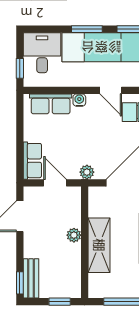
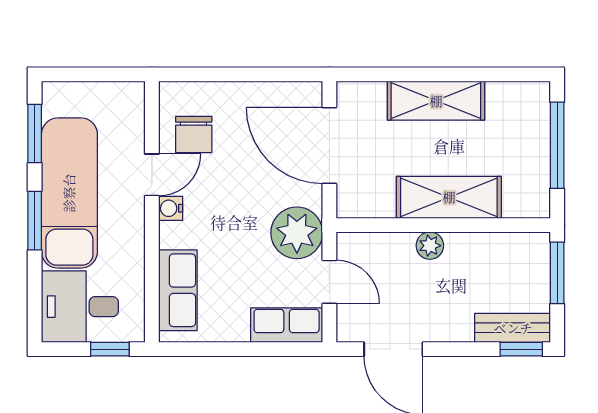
water cooler: (79, 100) -> (171, 208), moved
plant: (87, 172) -> (297, 233), width x1.88, depth x1.88
door: (55, 183) -> (329, 282), swing flipped
window: (60, 302) -> (557, 273), width x1.50

